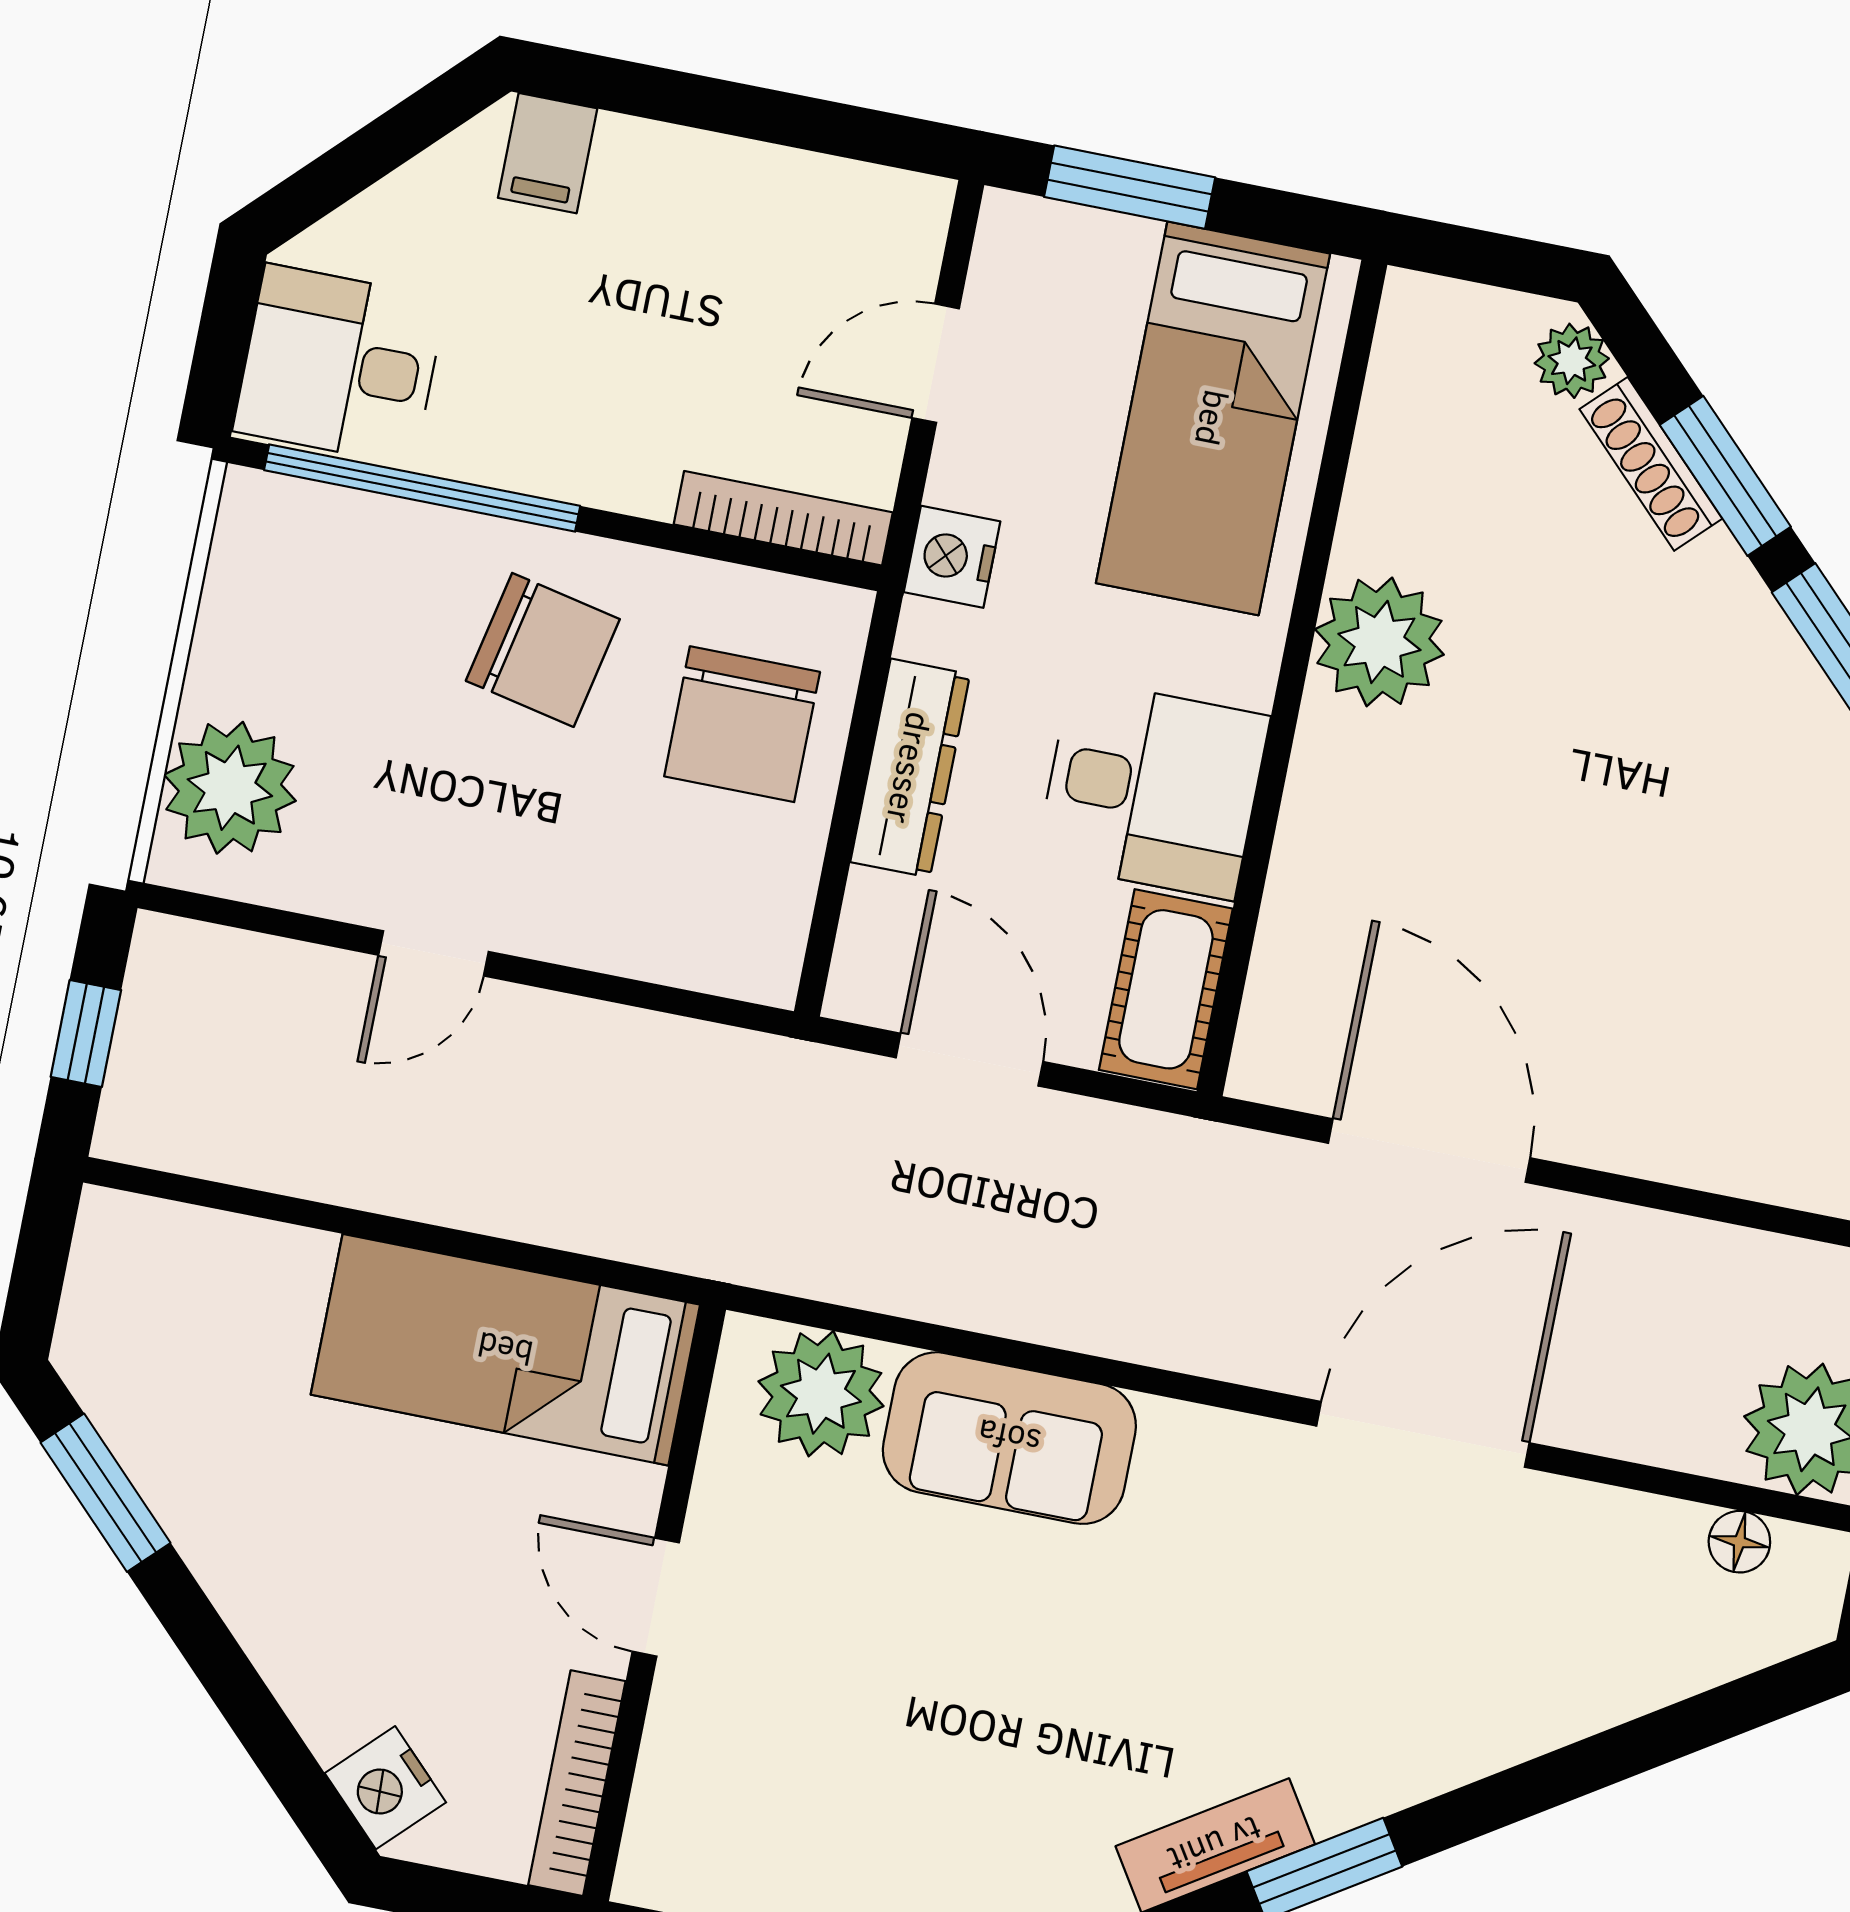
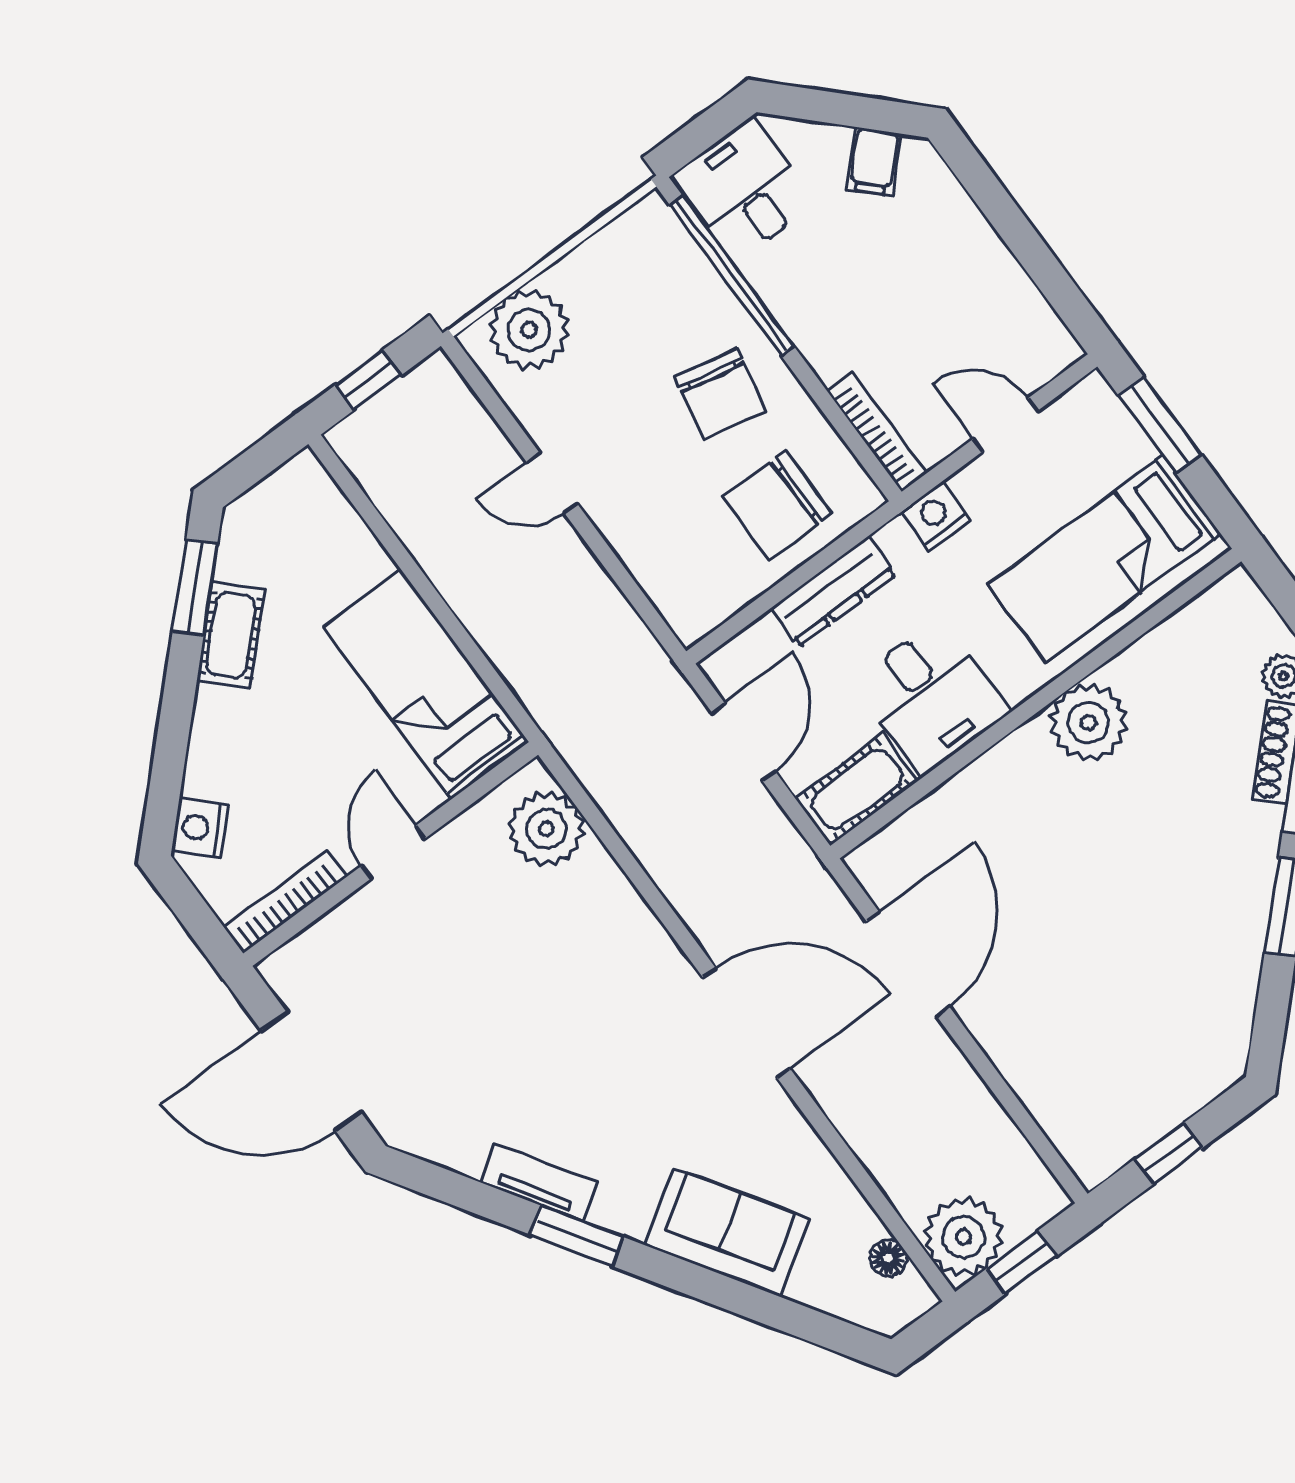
filing cabinet: (548, 153) -> (874, 162), moved, turned -45
door: (1423, 1434) -> (746, 1023), moved
sofa: (1009, 1438) -> (726, 1232), moved, turned 147
cot: (205, 1511) -> (231, 635), added

